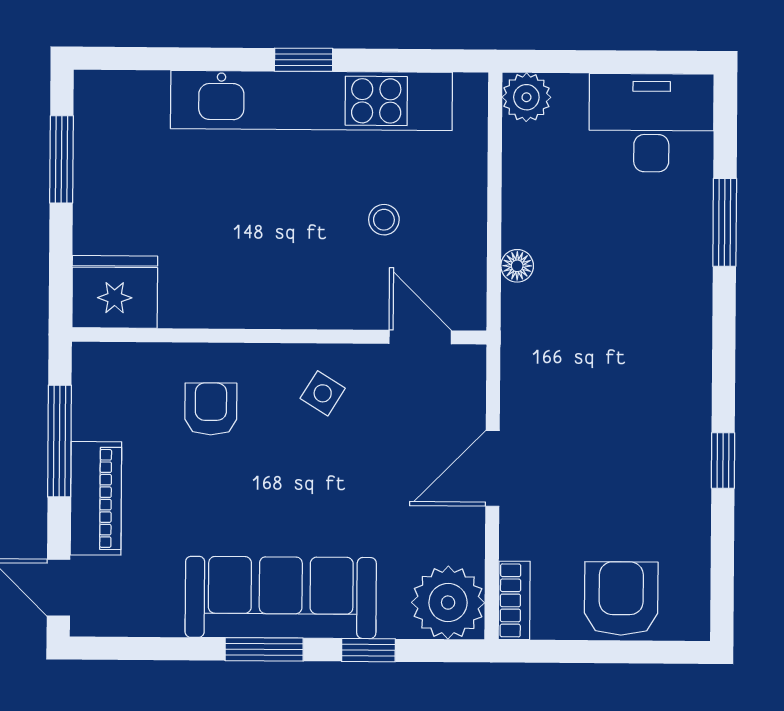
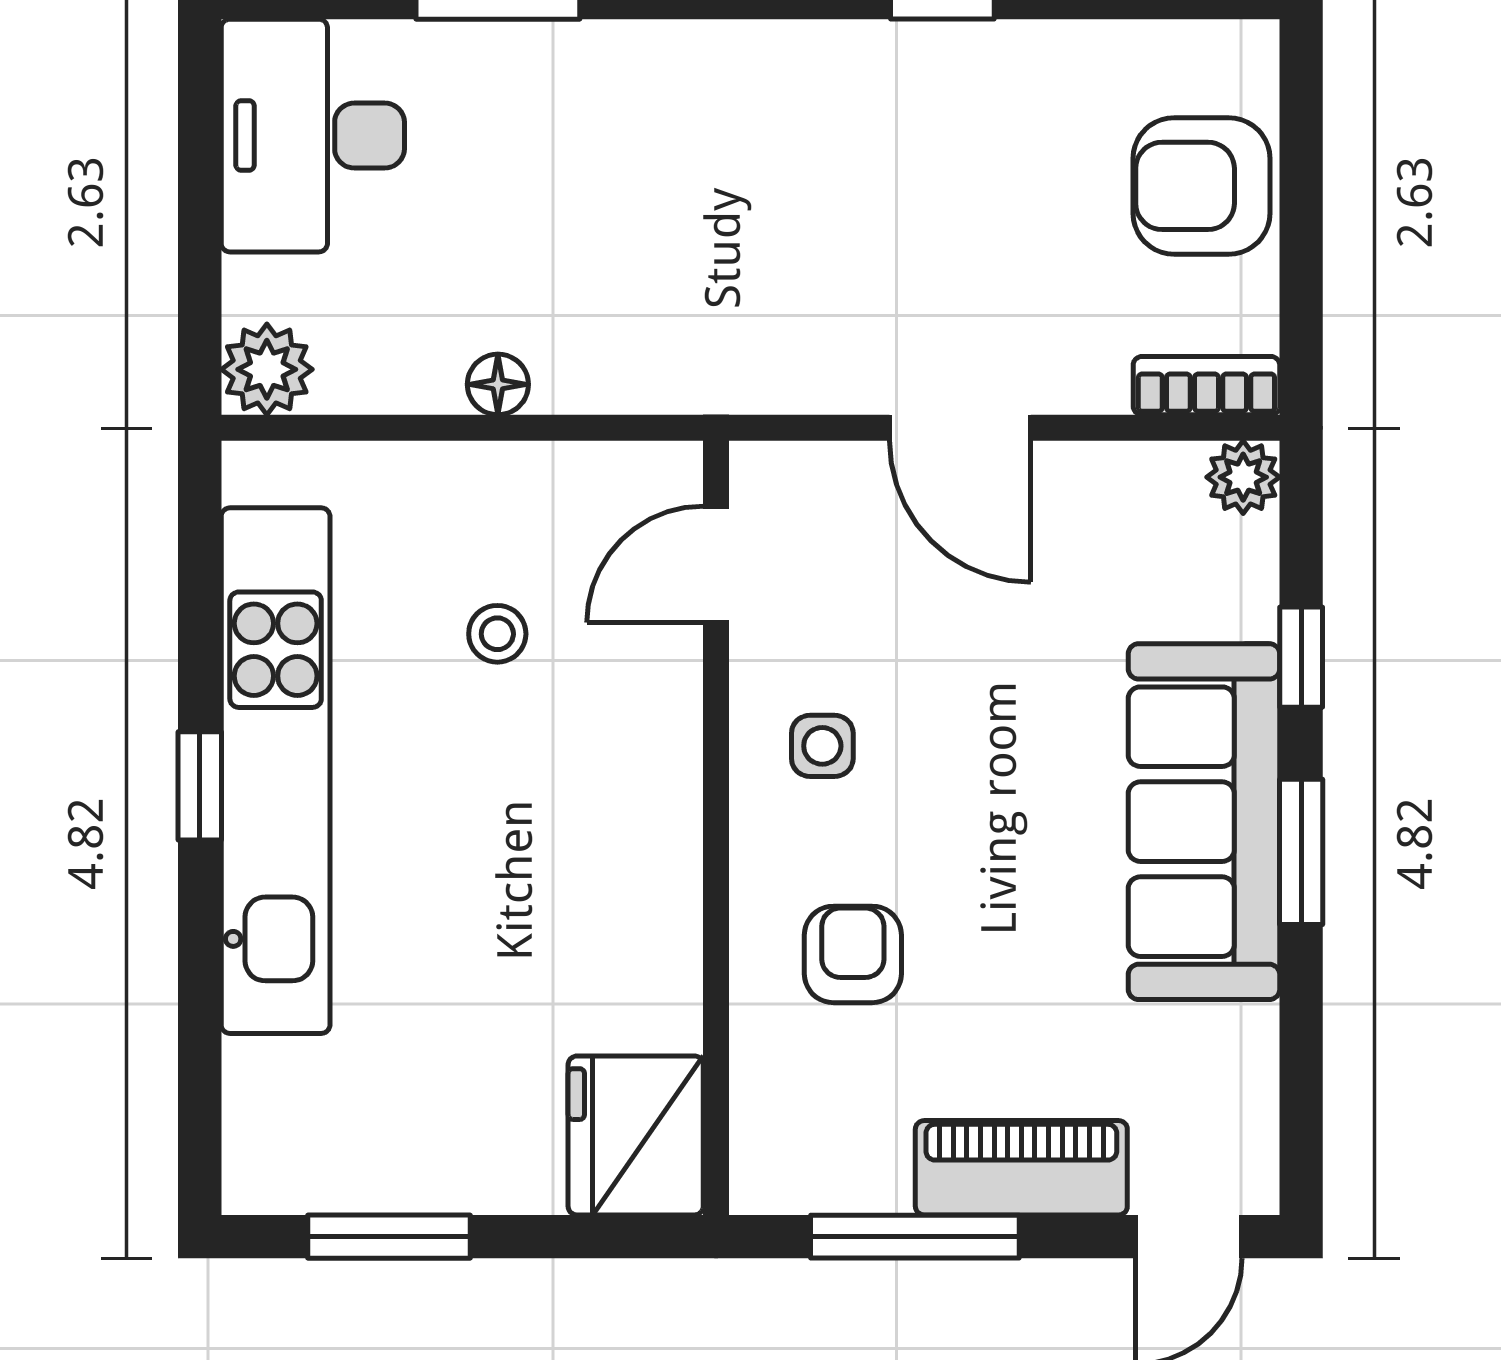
floor lamp: (517, 266) -> (498, 384), moved
side table: (323, 393) -> (822, 746), turned -32
armchair: (211, 409) -> (853, 954), turned 90
plant: (448, 603) -> (1243, 477), width x0.53, depth x0.53

